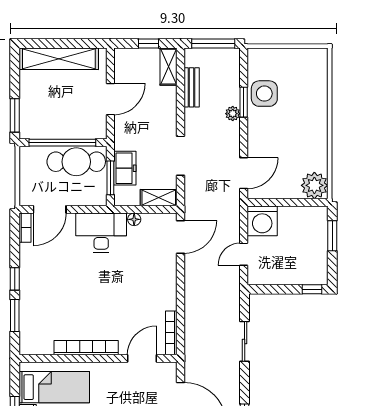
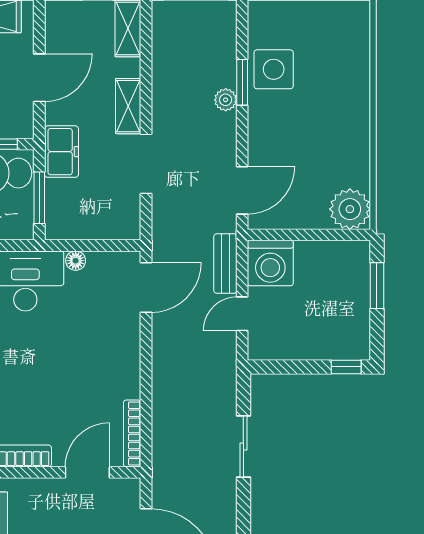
bench: (192, 87) -> (225, 264), moved
freezer: (125, 168) -> (61, 152), moved
shelving: (159, 198) -> (128, 106), moved, turned 90

